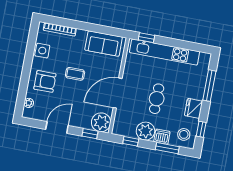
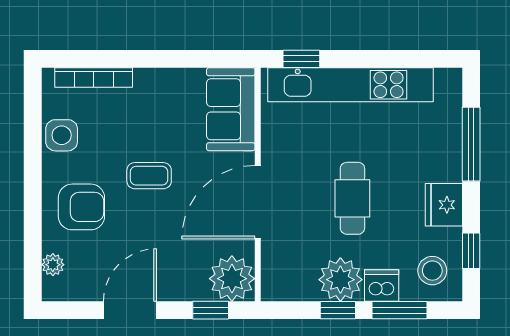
sofa: (104, 44) -> (231, 109), moved, turned 90
window: (131, 141) -> (338, 310), moved

